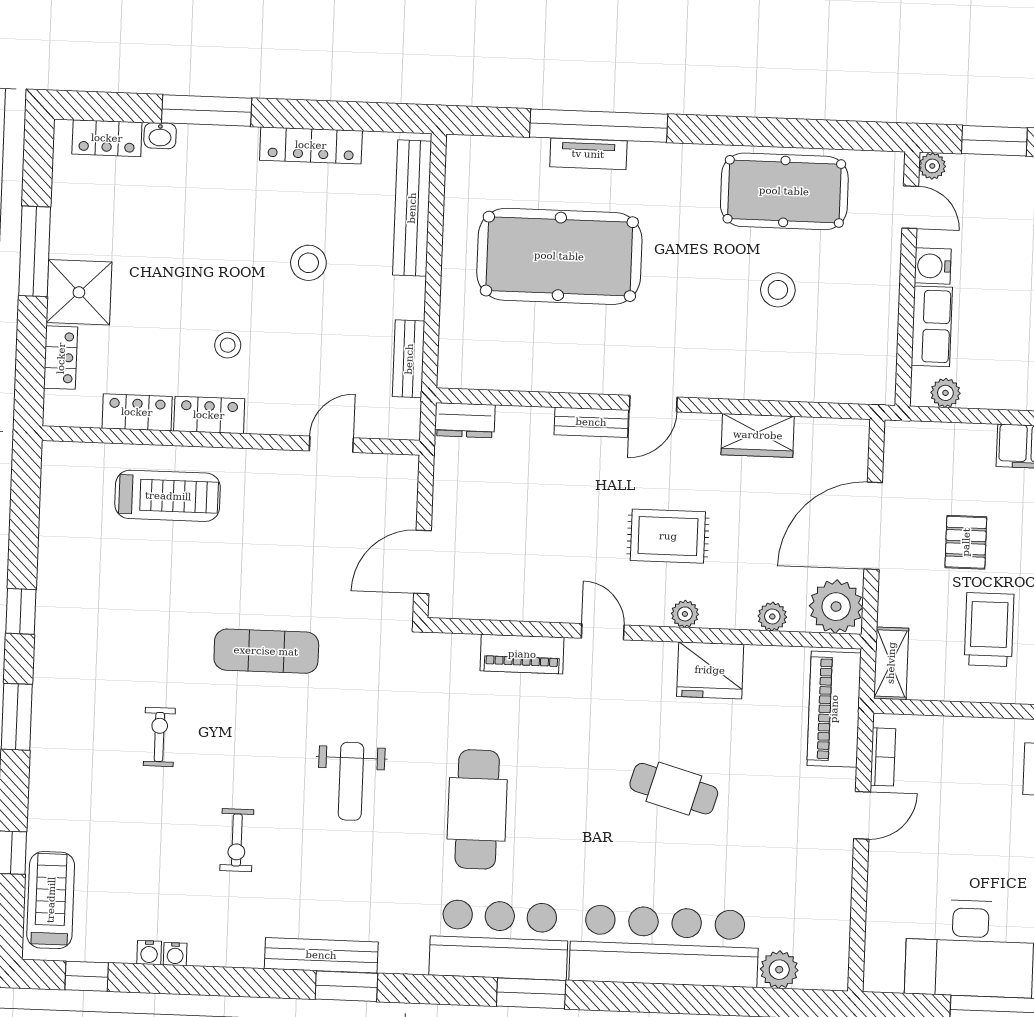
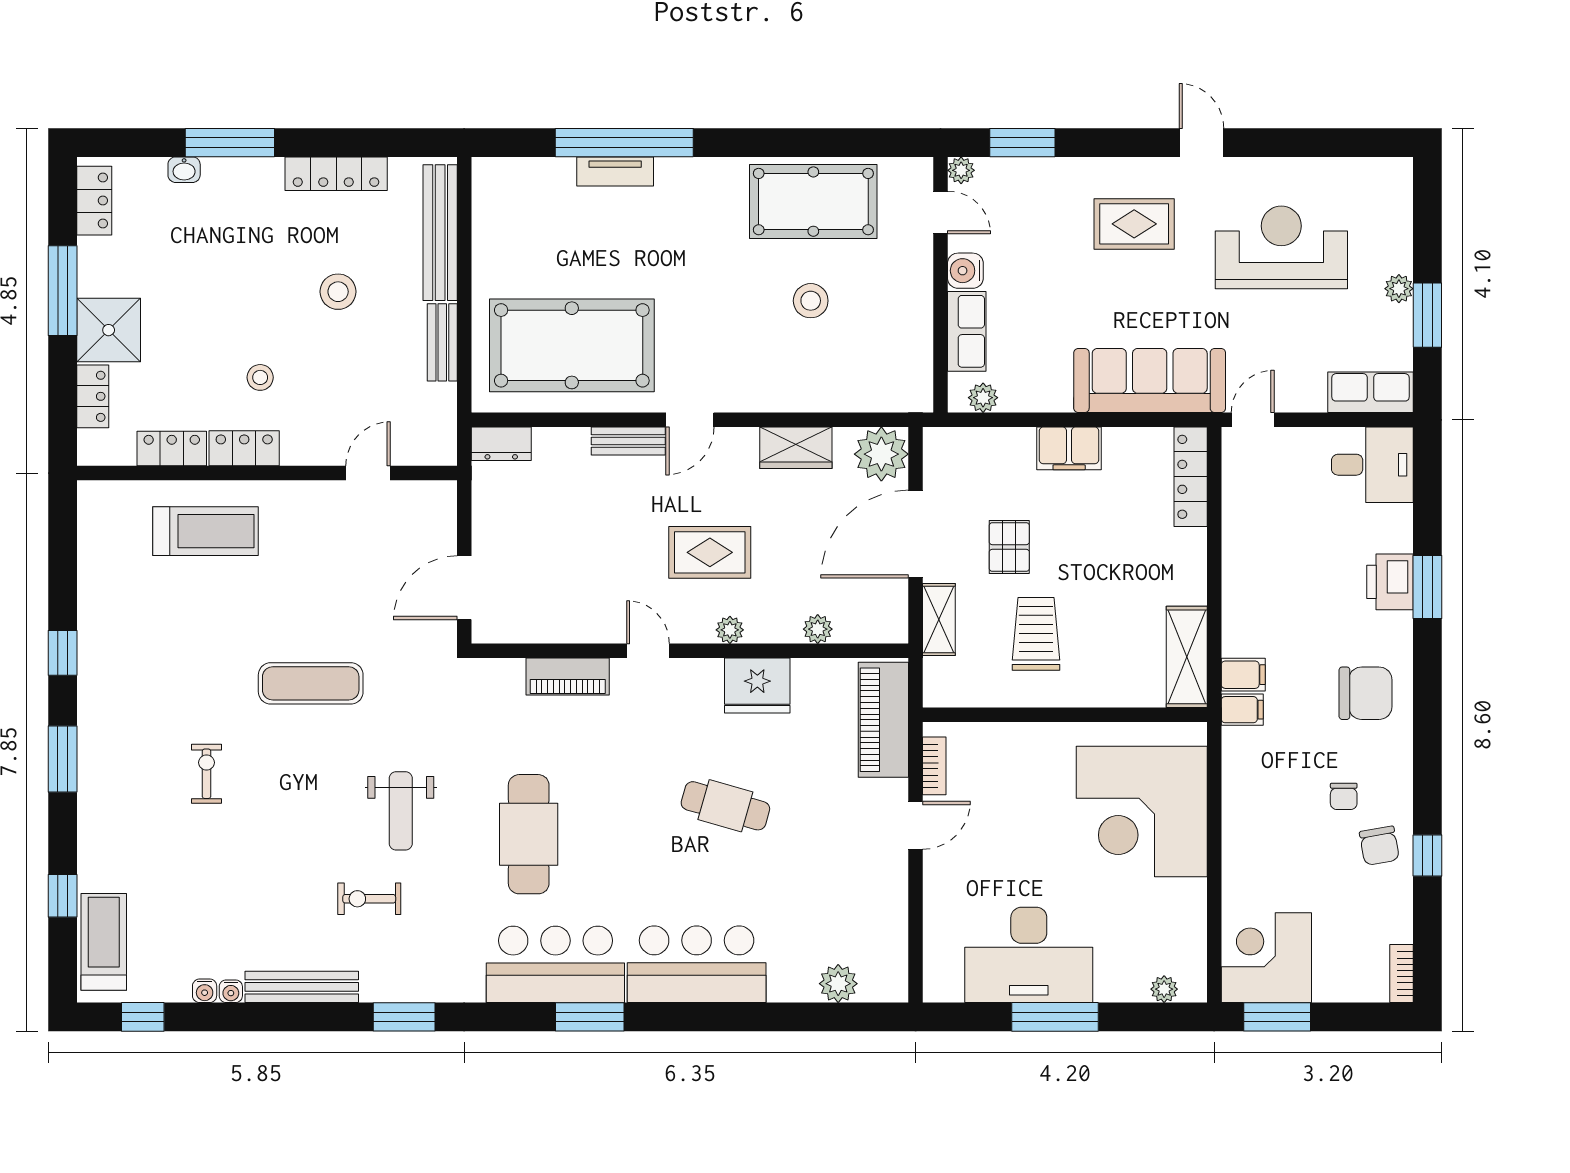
locker: (107, 138) -> (94, 201), moved, turned -90
pool table: (559, 256) -> (572, 345), moved
bench: (409, 359) -> (442, 342), moved
plant: (836, 607) -> (881, 454), moved
shelving: (891, 663) -> (939, 619), moved
exercise bike: (237, 840) -> (369, 899), moved, turned 90
bar counter: (664, 946) -> (697, 964), width x0.73
bench: (321, 955) -> (302, 987), moved

